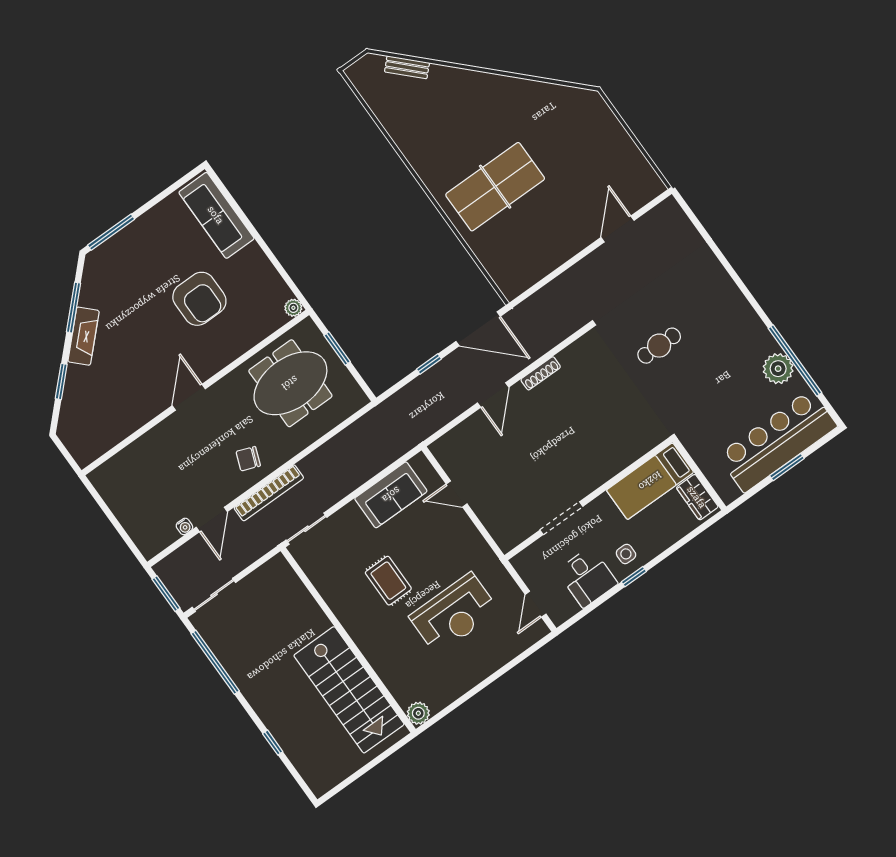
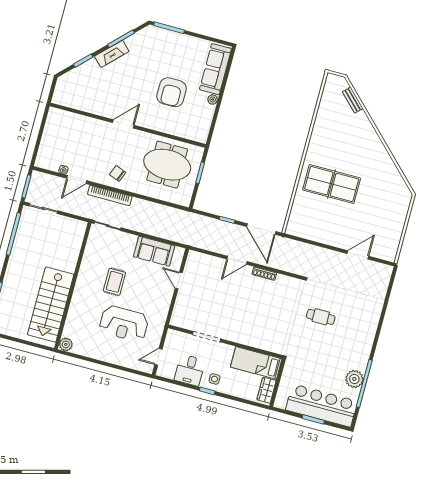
plant: (293, 308) -> (213, 99), moved

